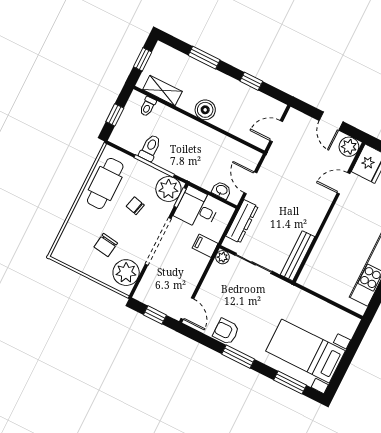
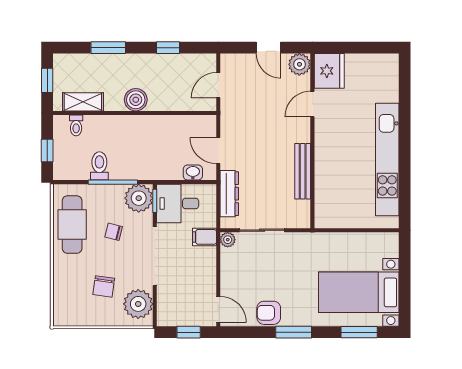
bench: (298, 256) -> (303, 171), moved

